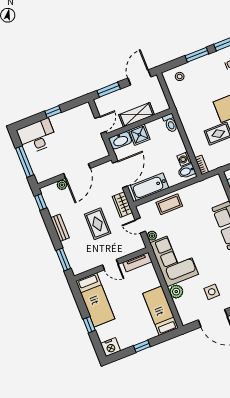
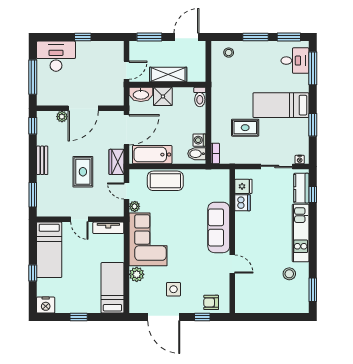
coffee table: (169, 204) -> (165, 181), width x1.36, depth x1.32

